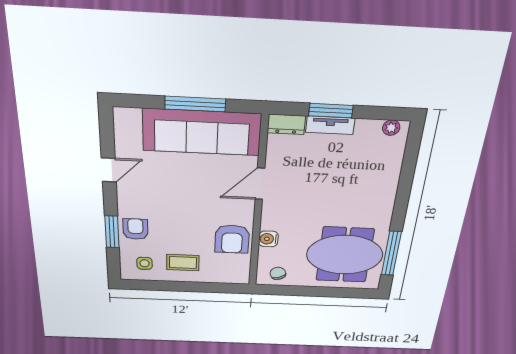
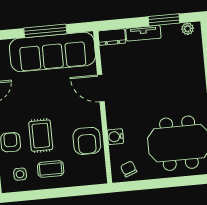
window: (331, 111) -> (164, 20), moved
door: (260, 184) -> (101, 88), hinge flipped
rug: (175, 227) -> (41, 136), added

